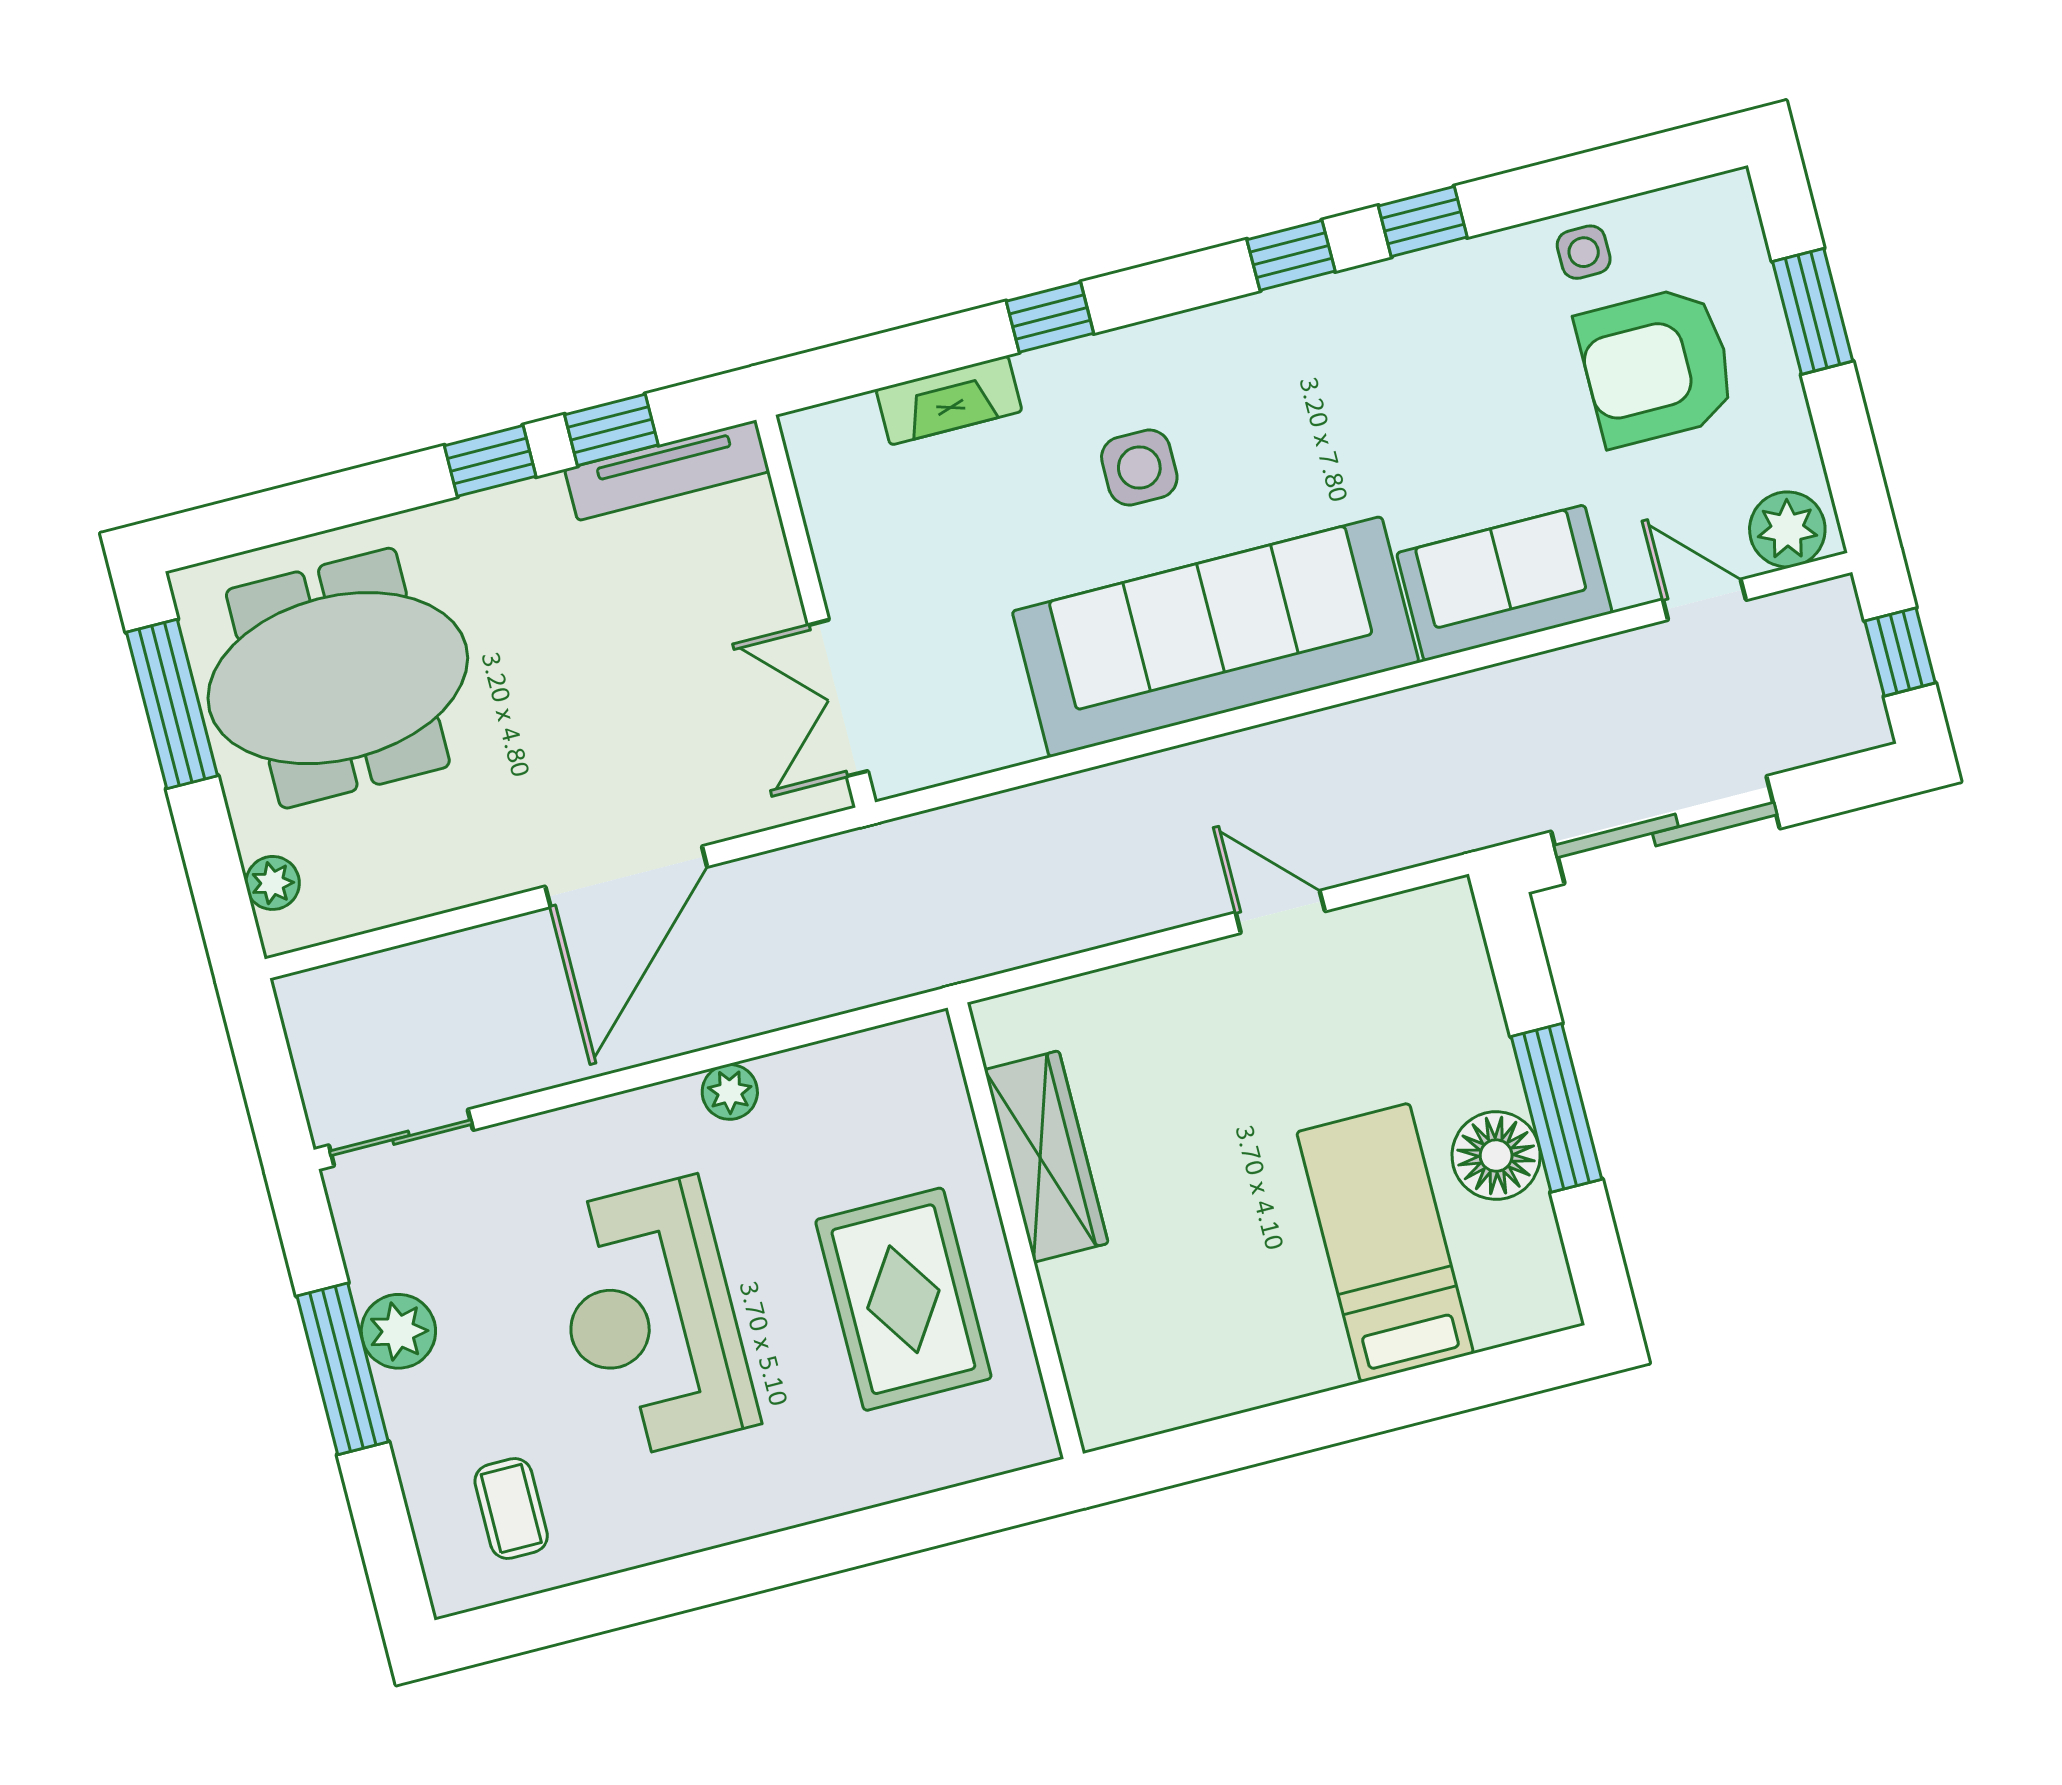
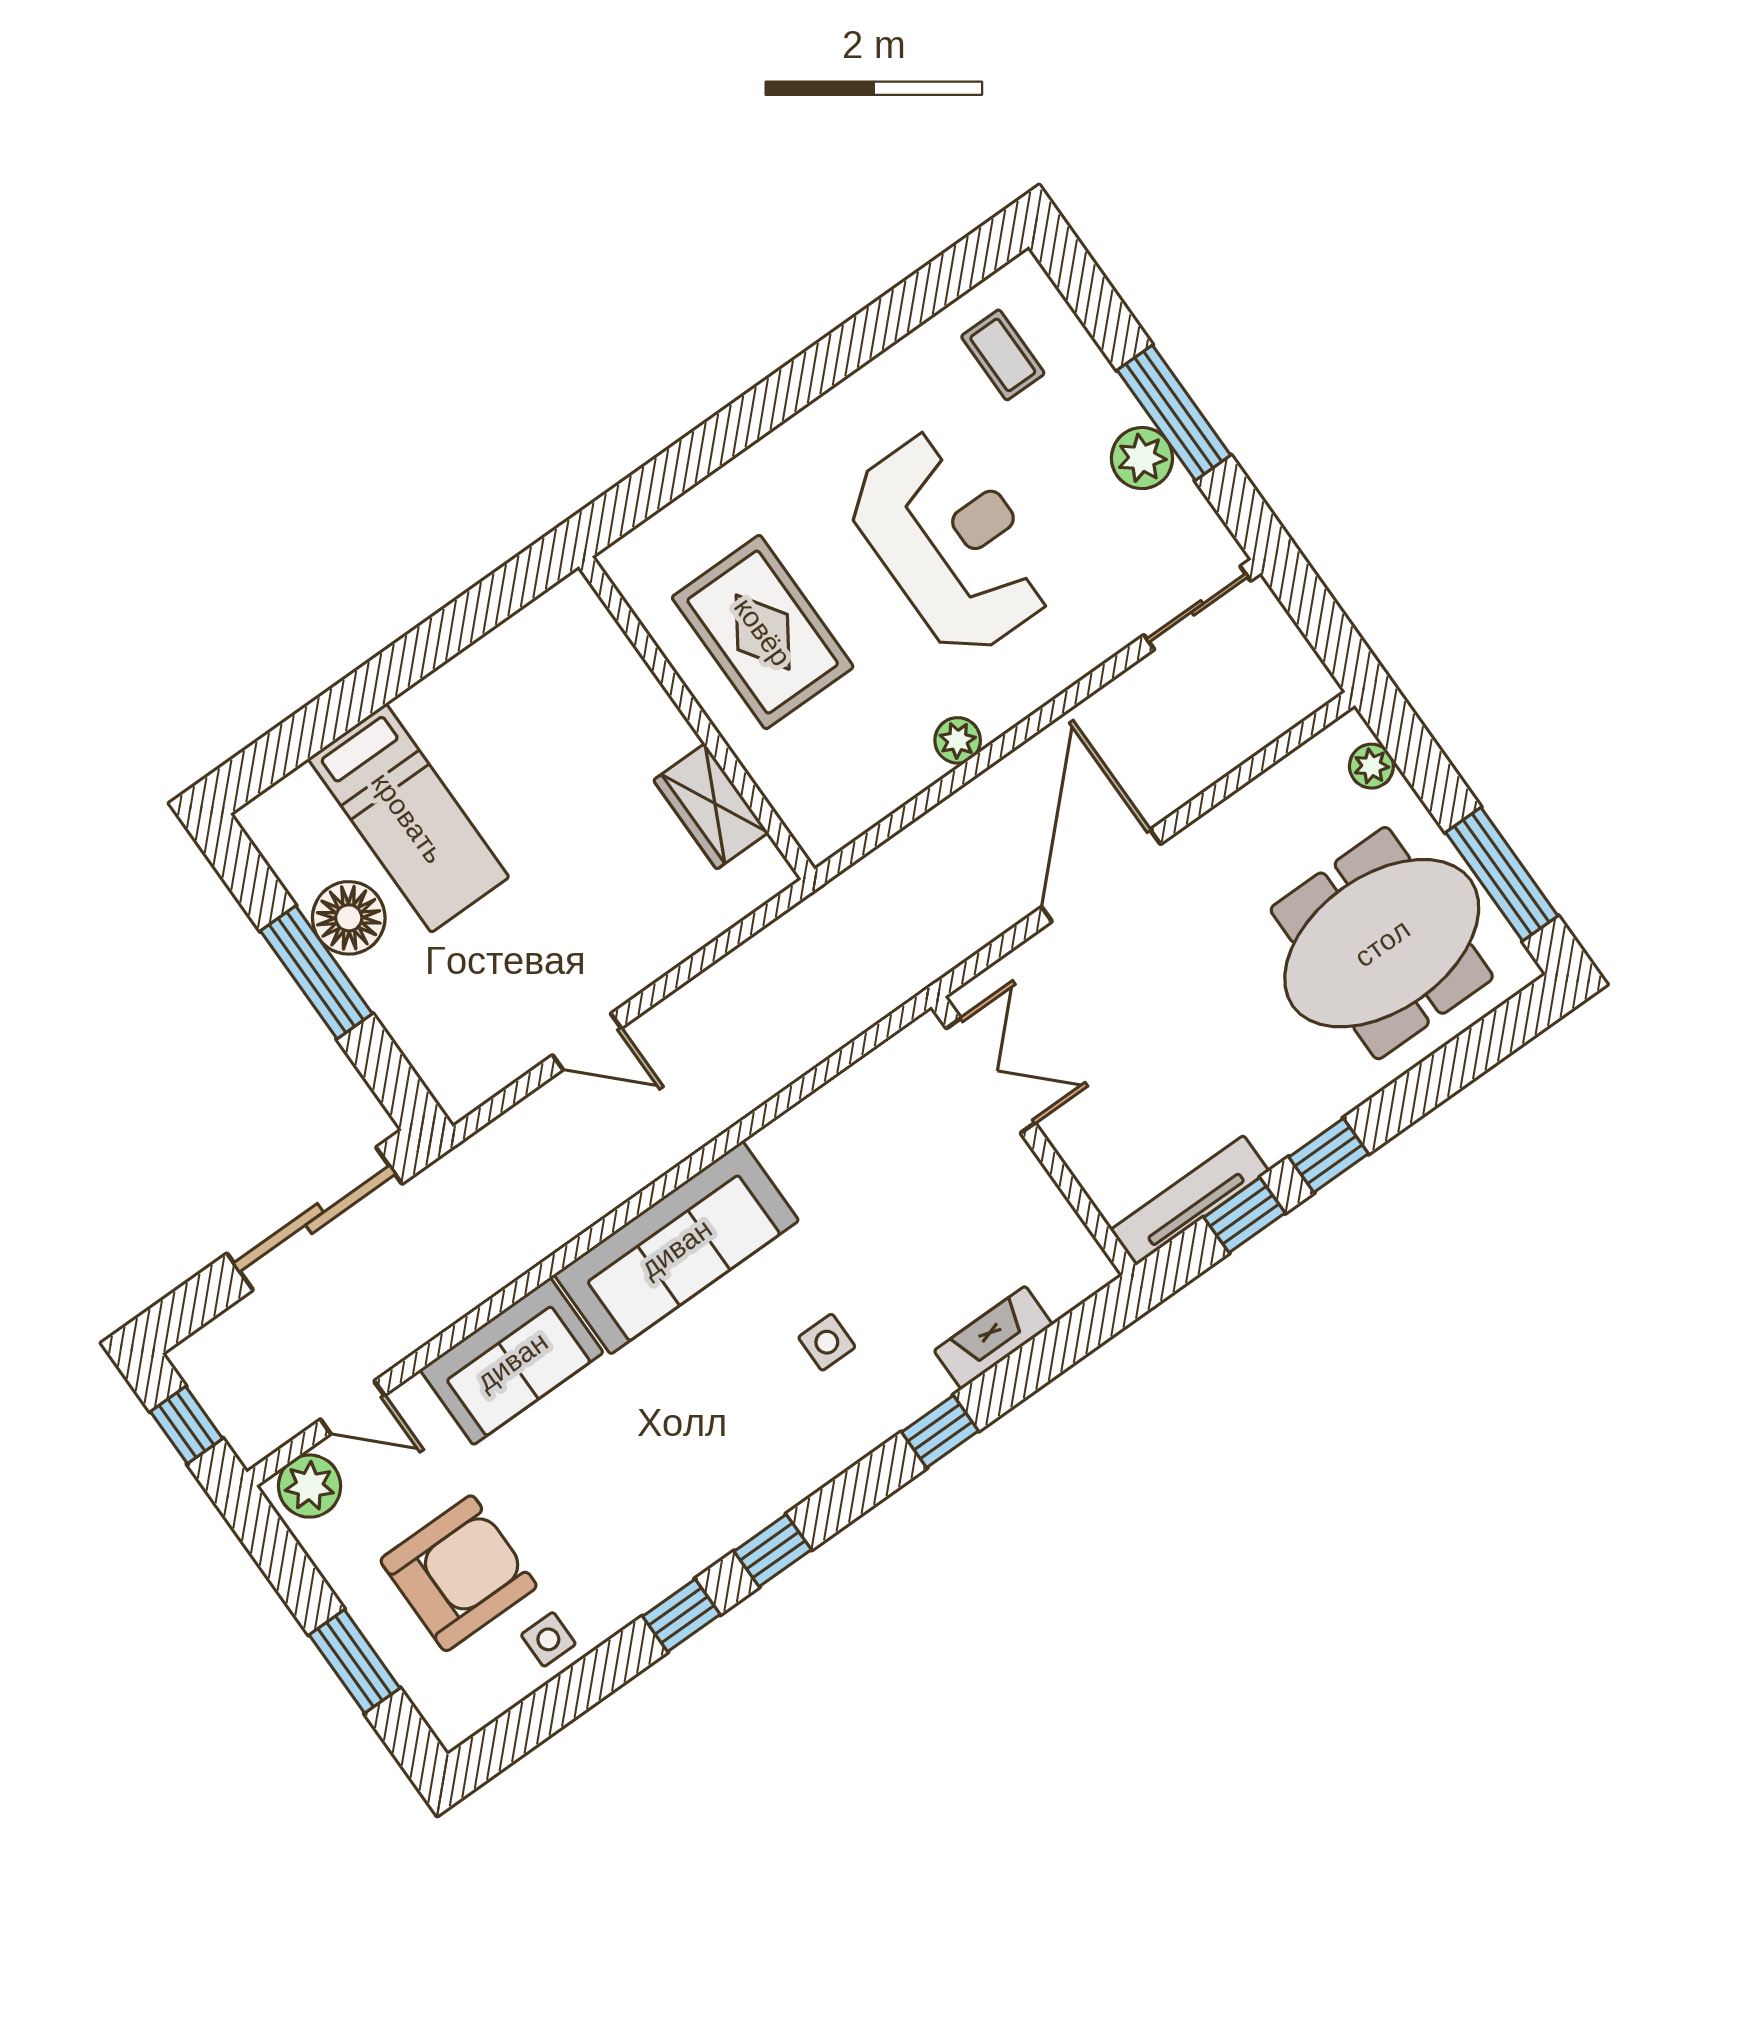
side table: (1139, 468) -> (827, 1342), width x0.73, depth x0.73
sofa: (1216, 637) -> (676, 1248), width x0.74, depth x0.79
wardrobe: (1046, 1156) -> (711, 806), width x0.67

